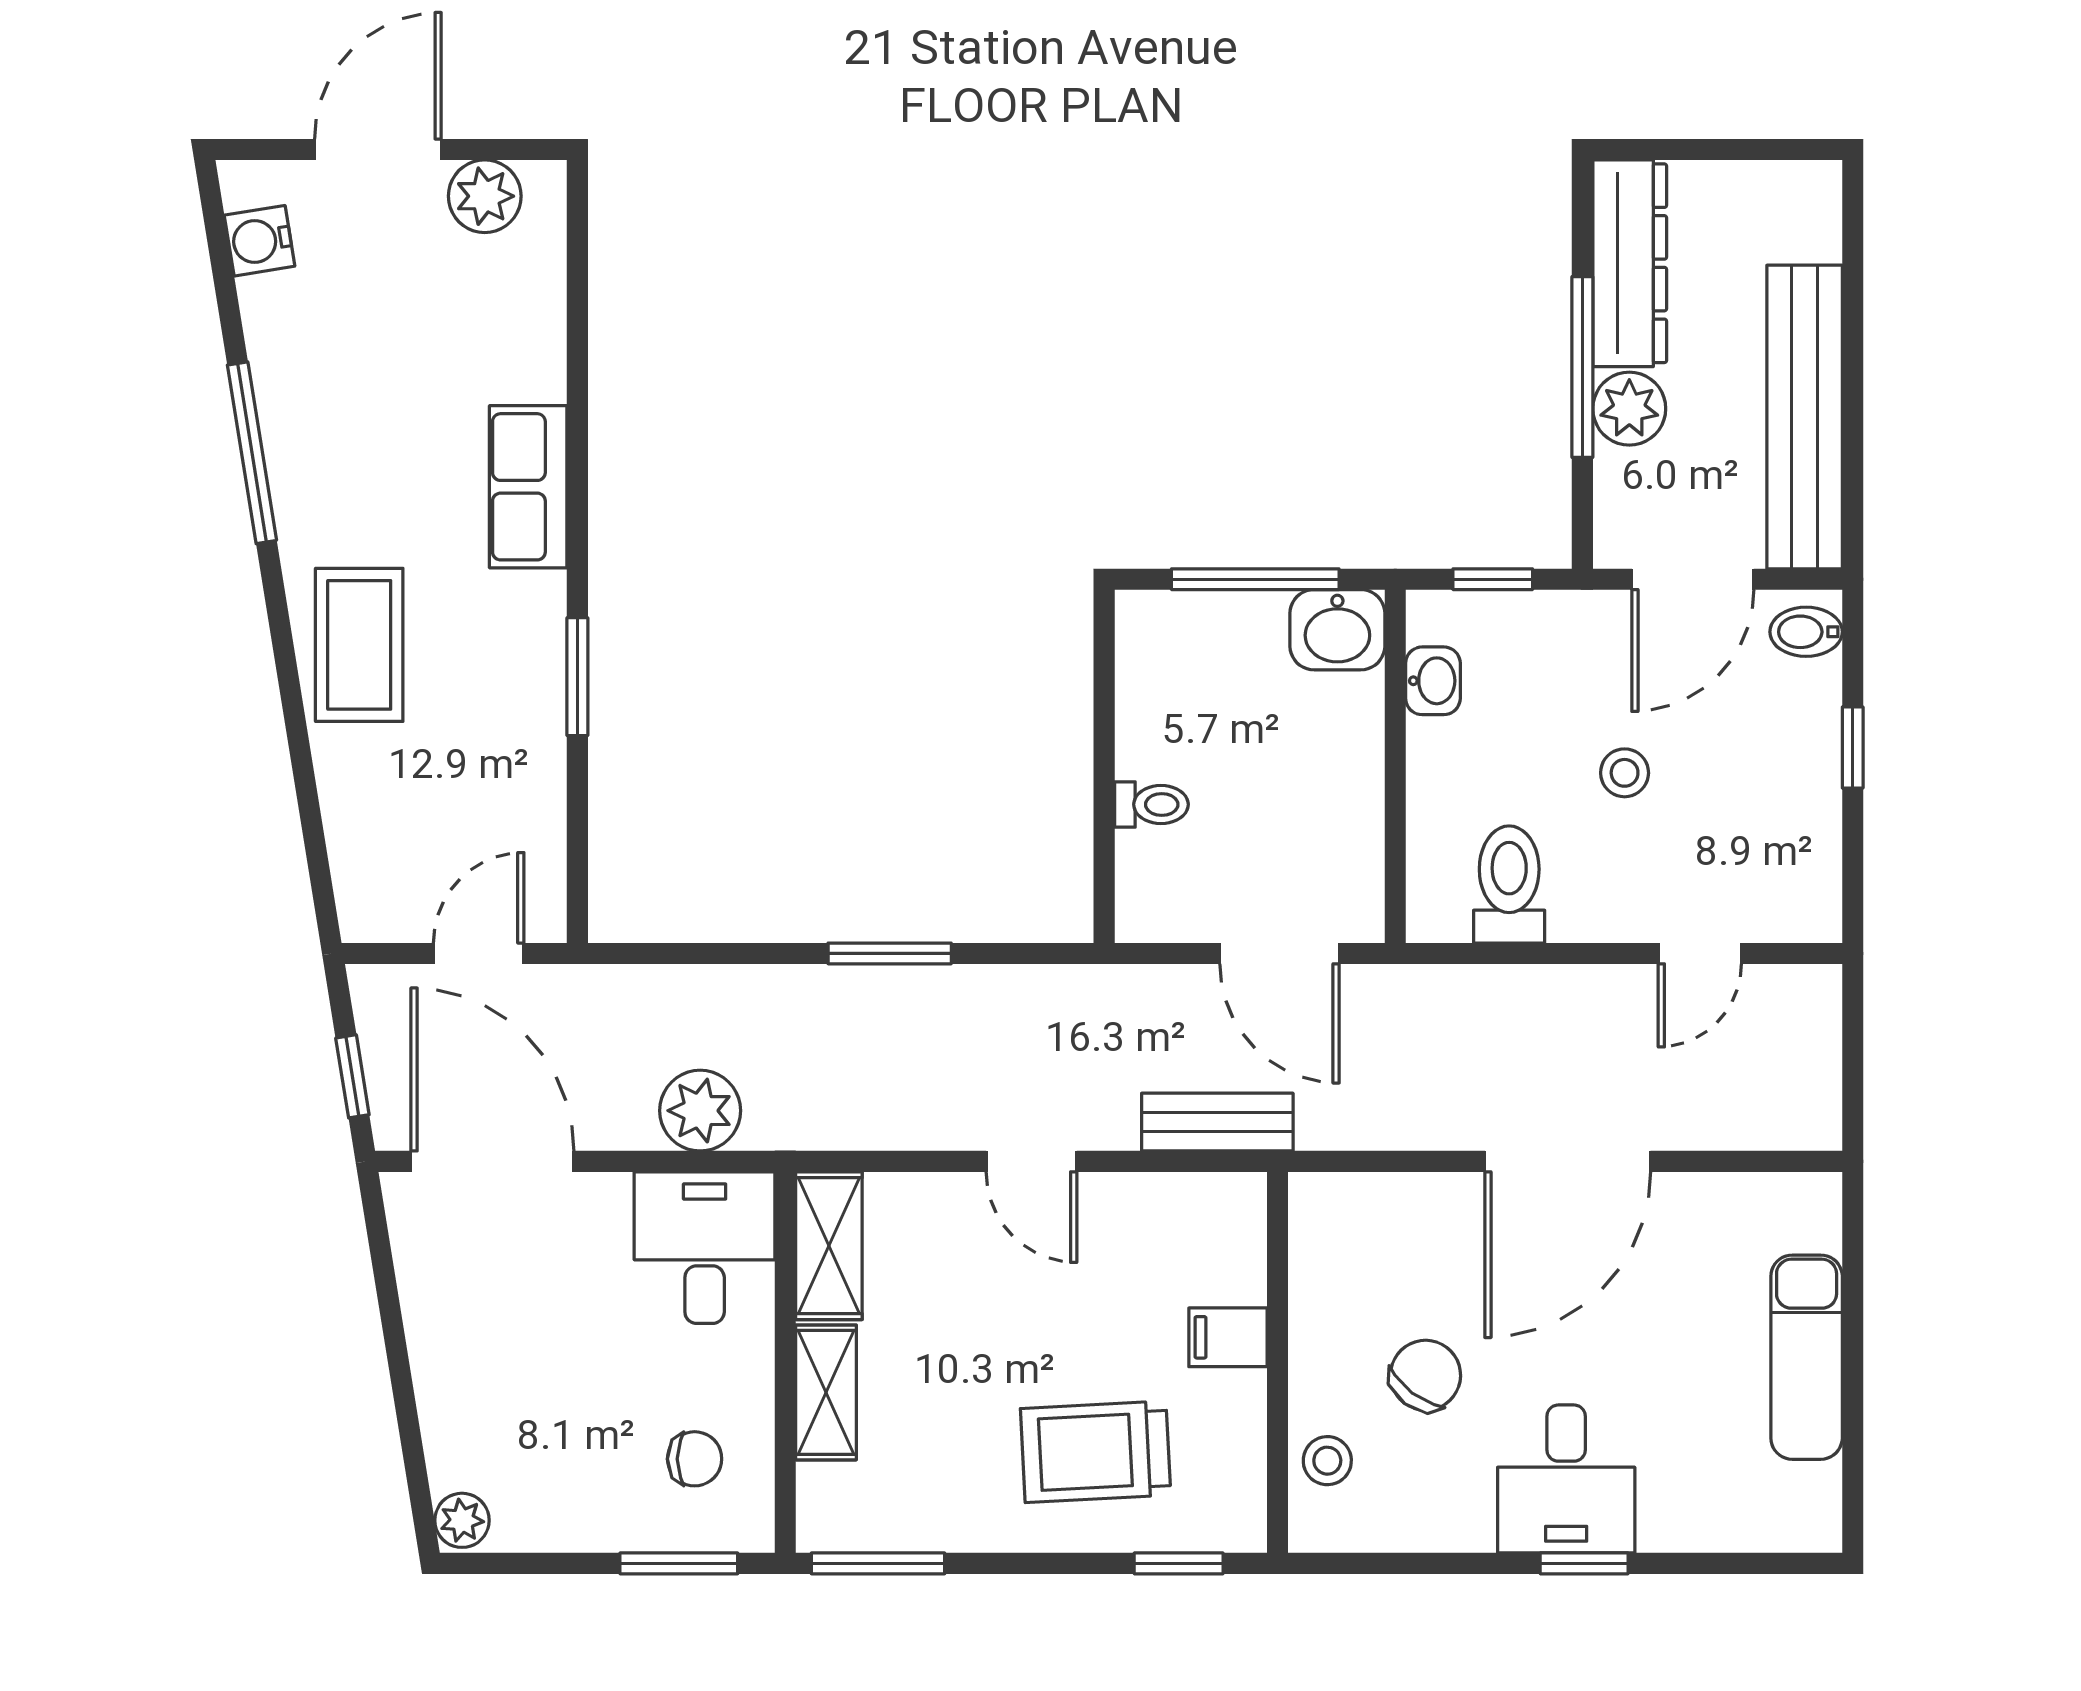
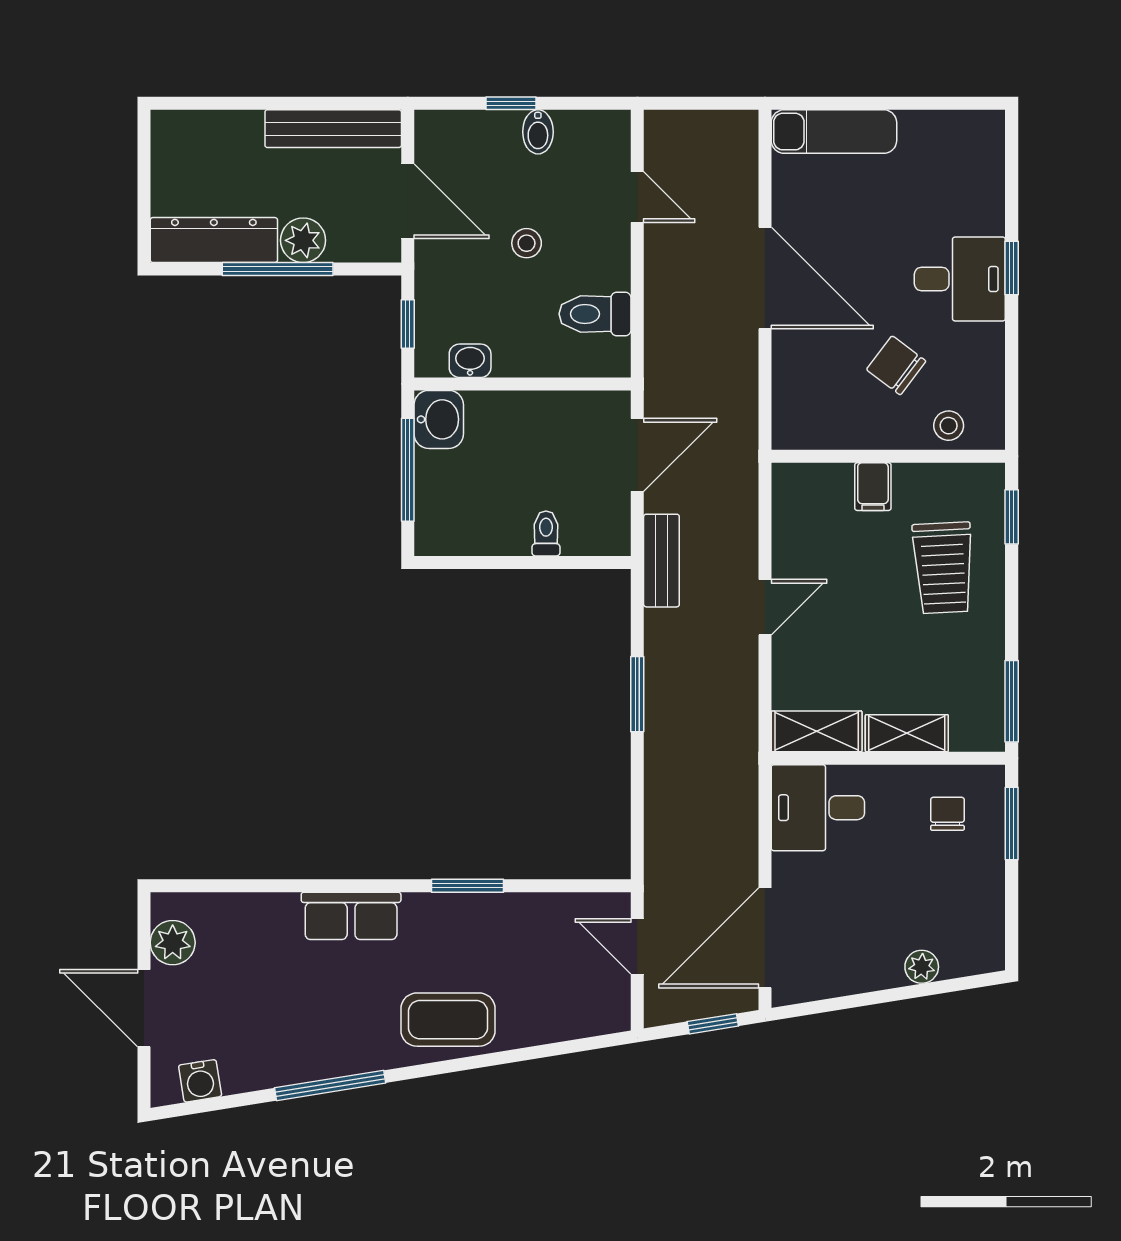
bench: (1805, 417) -> (333, 129), width x0.73, depth x0.82
bidet: (1806, 632) -> (538, 132), moved
plant: (700, 1111) -> (734, 810), removed
bench: (1217, 1122) -> (661, 561), moved
exam couch: (1807, 1357) -> (834, 132), moved
plant: (462, 1520) -> (922, 967), moved

